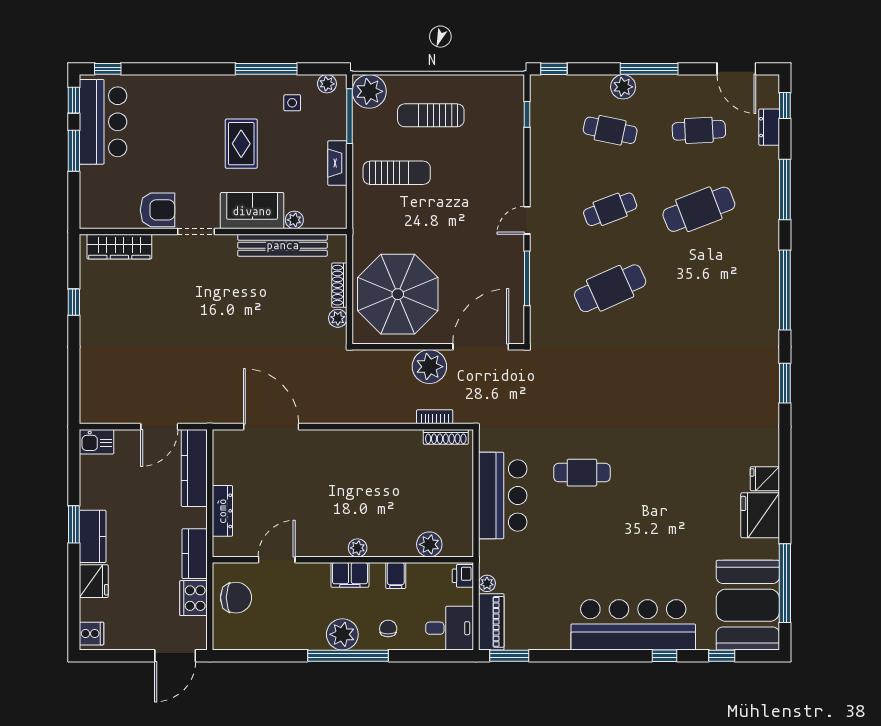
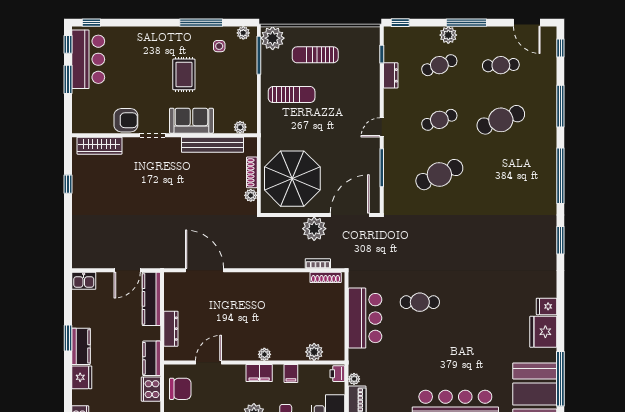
dresser: (769, 127) -> (391, 75), moved, turned 180
cafe table: (610, 130) -> (439, 65), turned -33
fireplace: (337, 163) -> (250, 88), removed
plant: (294, 220) -> (240, 127), moved

